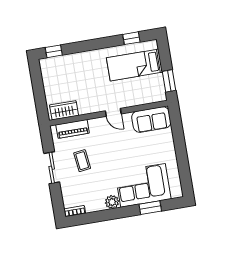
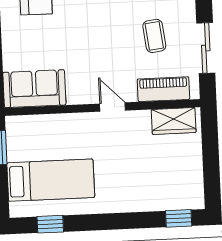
door: (113, 112) -> (112, 107), moved
sliding door: (52, 168) -> (206, 48), moved

